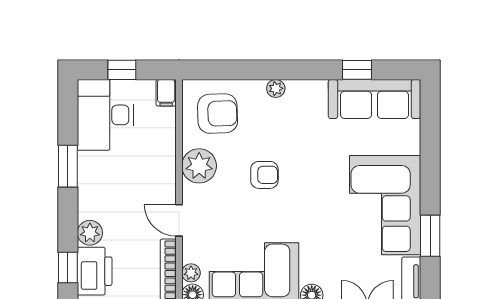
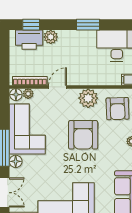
armchair: (264, 175) -> (83, 135), width x1.88, depth x1.88

